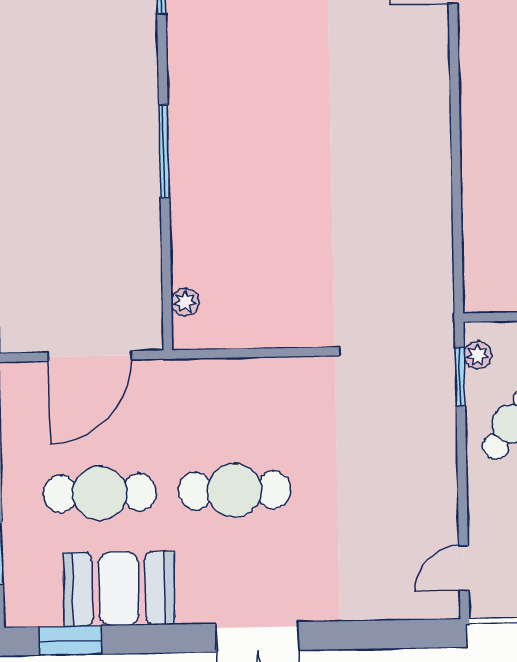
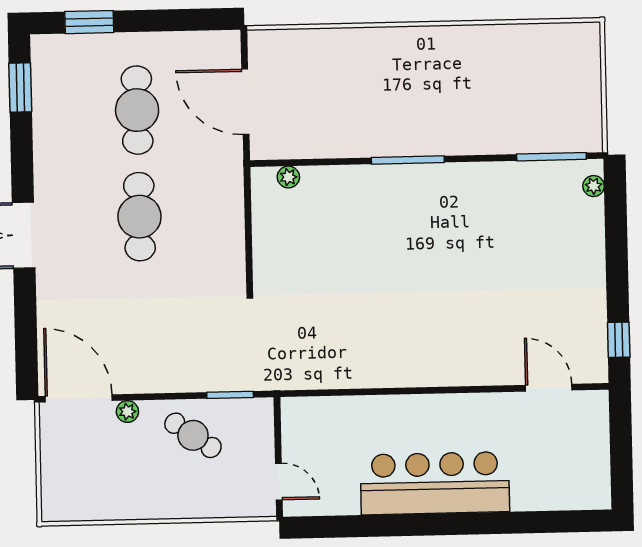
plant: (478, 355) -> (127, 412), moved
door: (464, 568) -> (79, 398), width x1.88
booth: (119, 589) -> (61, 126), removed

